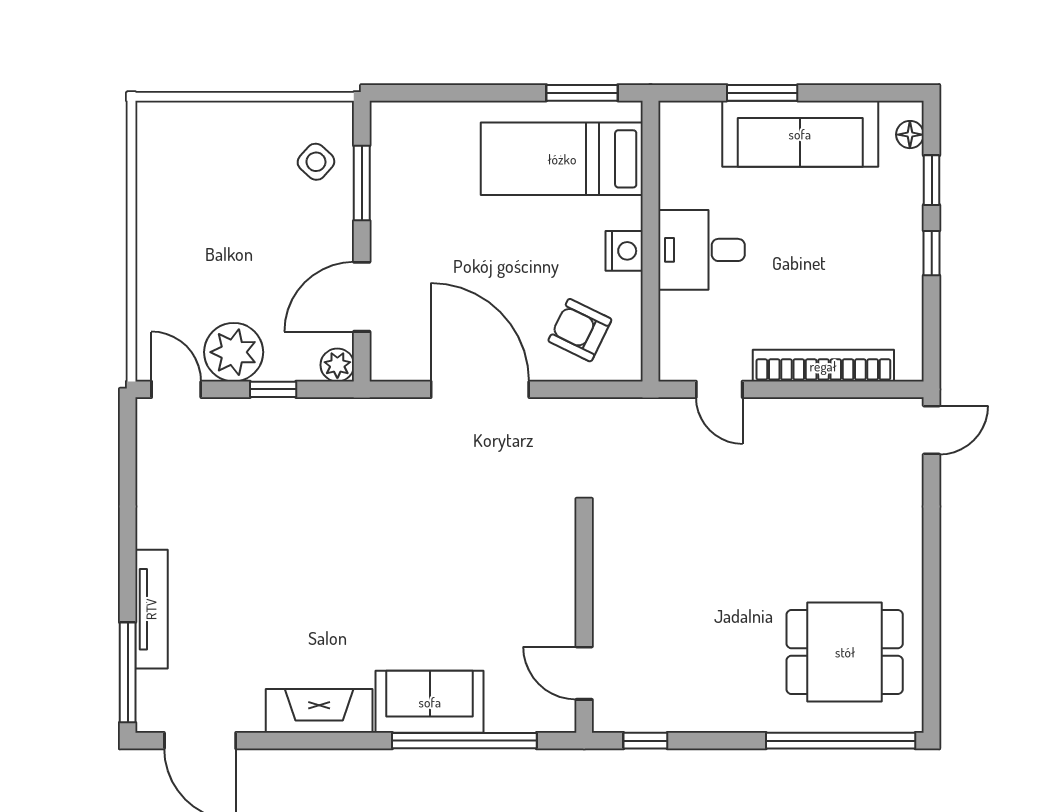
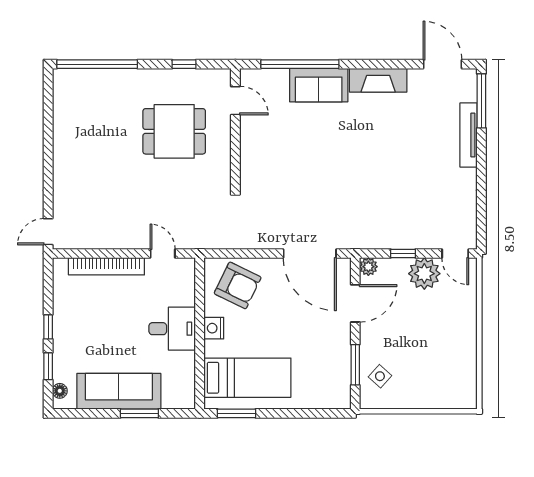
armchair: (580, 330) -> (238, 285), width x1.38, depth x1.38
door: (480, 389) -> (310, 253), moved
dining table: (845, 652) -> (174, 131), moved
window: (645, 741) -> (184, 64), moved

